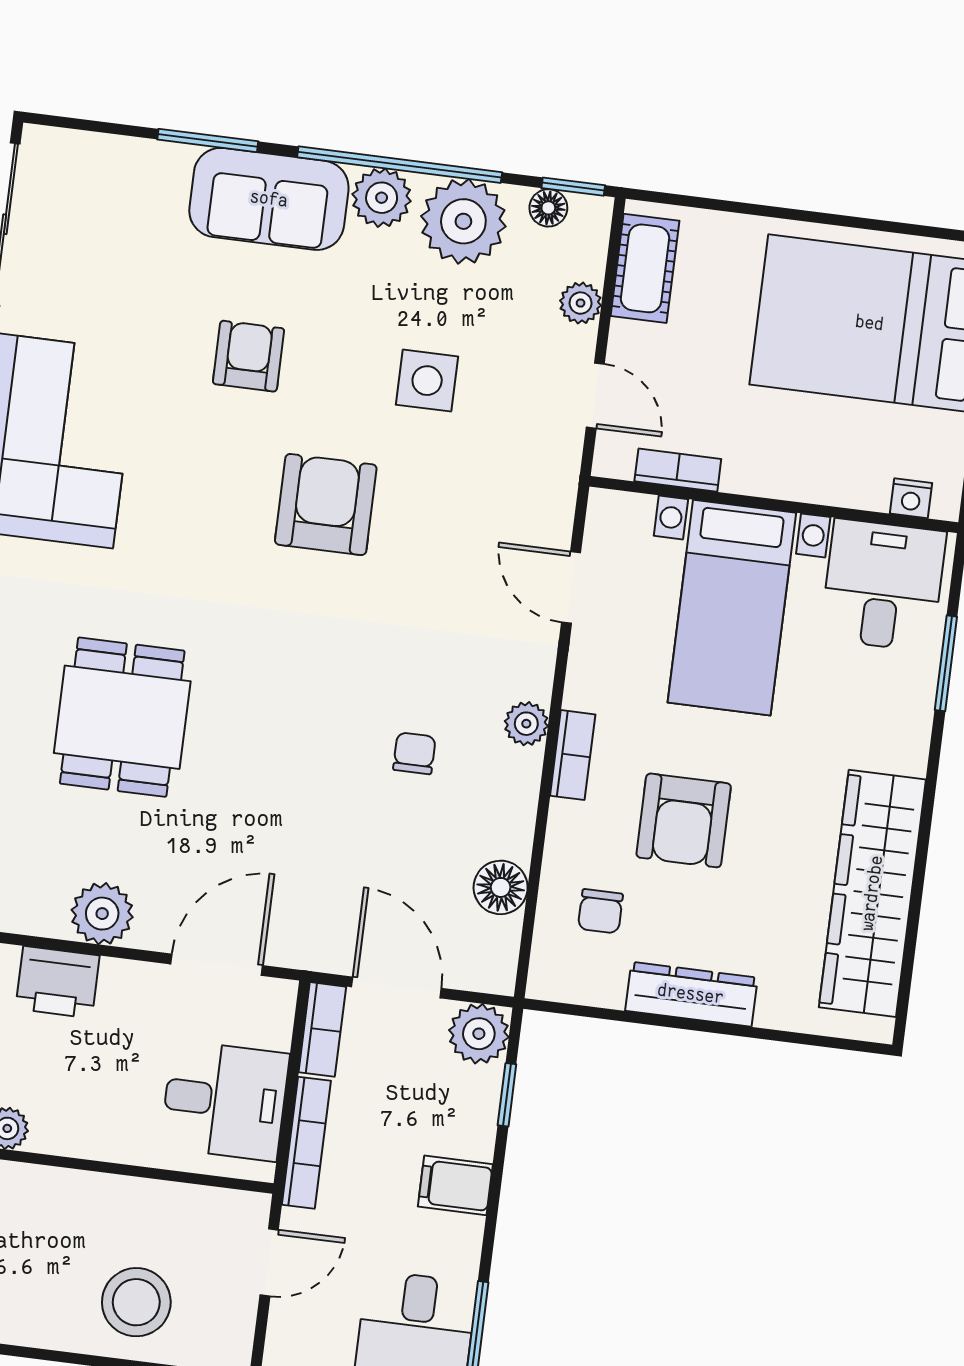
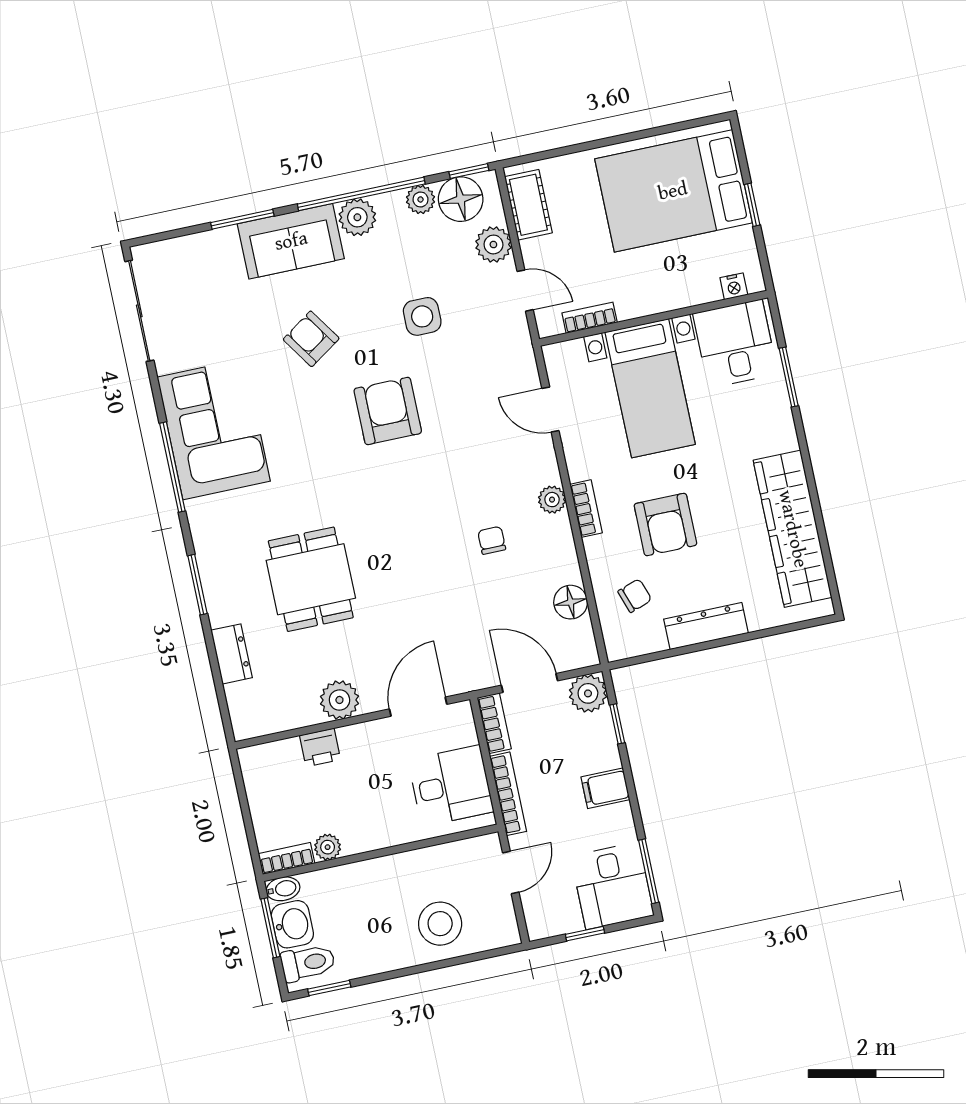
floor lamp: (548, 208) -> (461, 199), width x1.89, depth x1.89
plant: (463, 221) -> (421, 199), width x0.53, depth x0.53
plant: (581, 303) -> (493, 244), width x1.38, depth x1.38
armchair: (249, 356) -> (311, 339), turned -34
chair: (600, 911) -> (635, 596), turned -109
printer: (58, 982) -> (320, 747), width x0.73, depth x0.81

